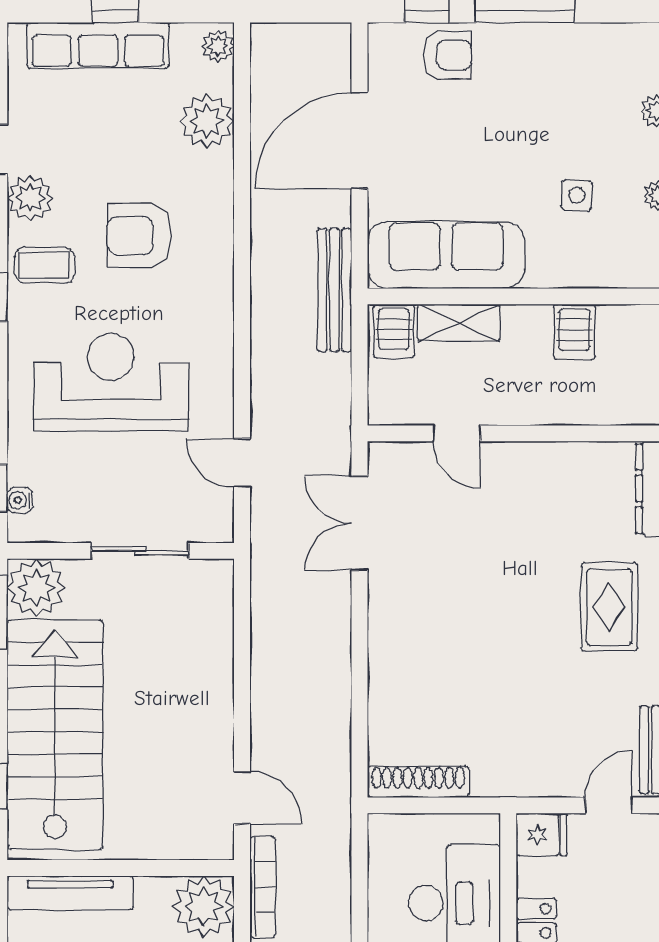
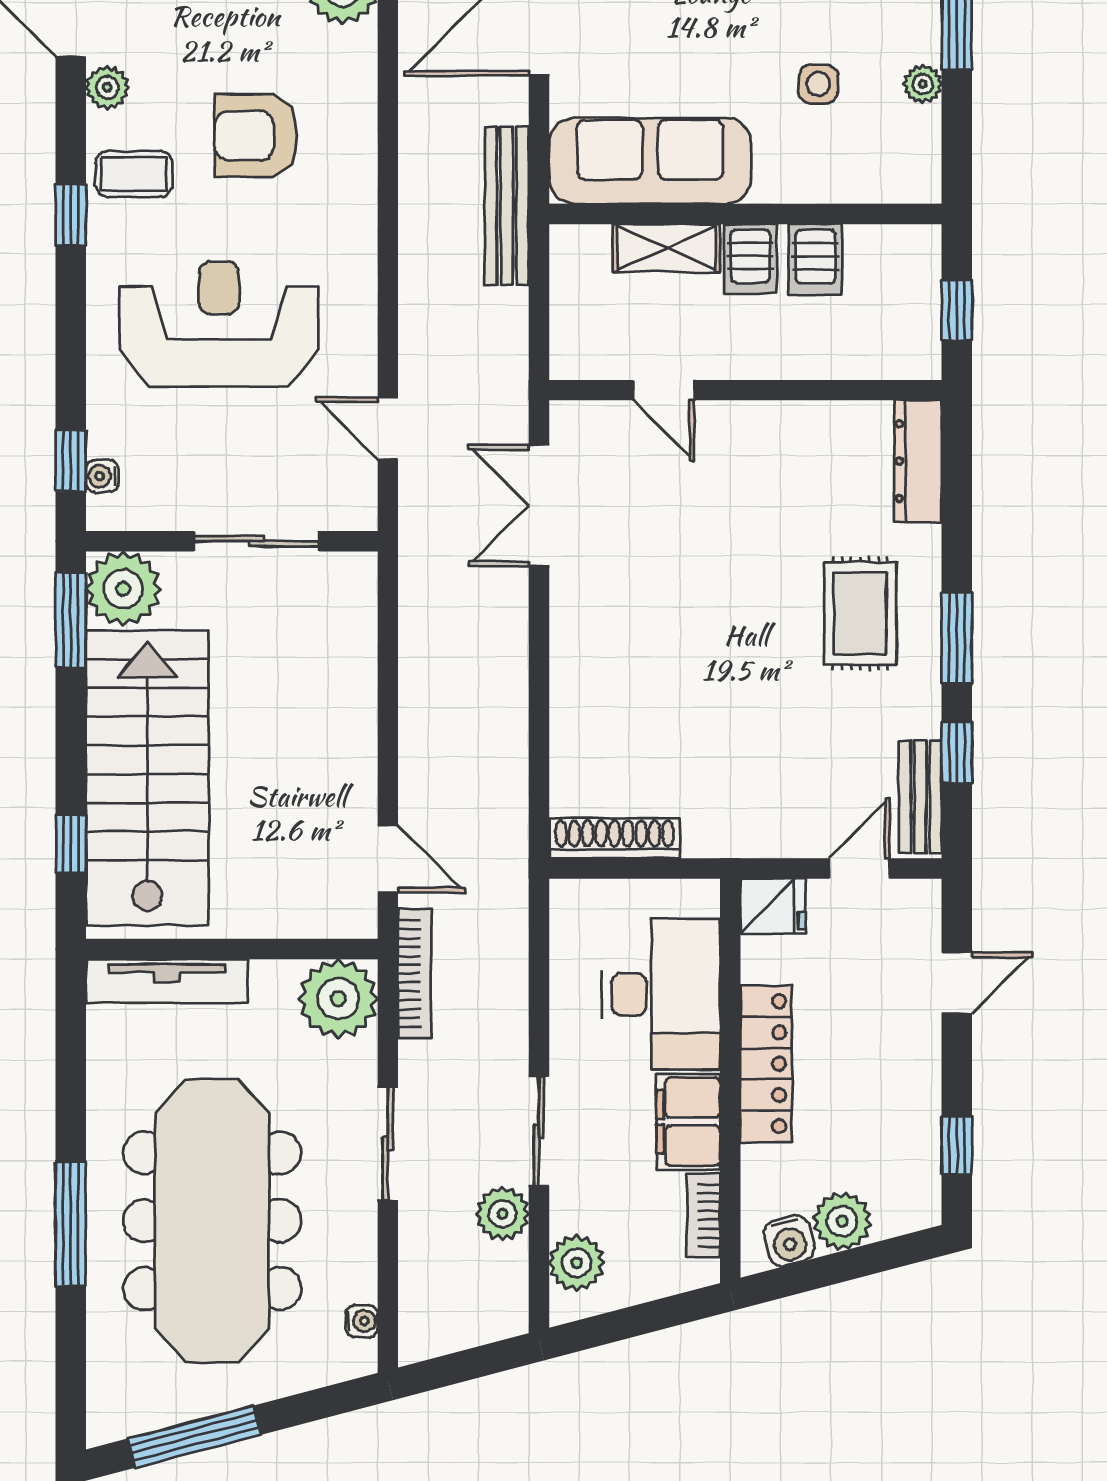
plant: (30, 198) -> (107, 87), width x0.73, depth x0.73
server rack: (394, 331) -> (750, 259), moved

